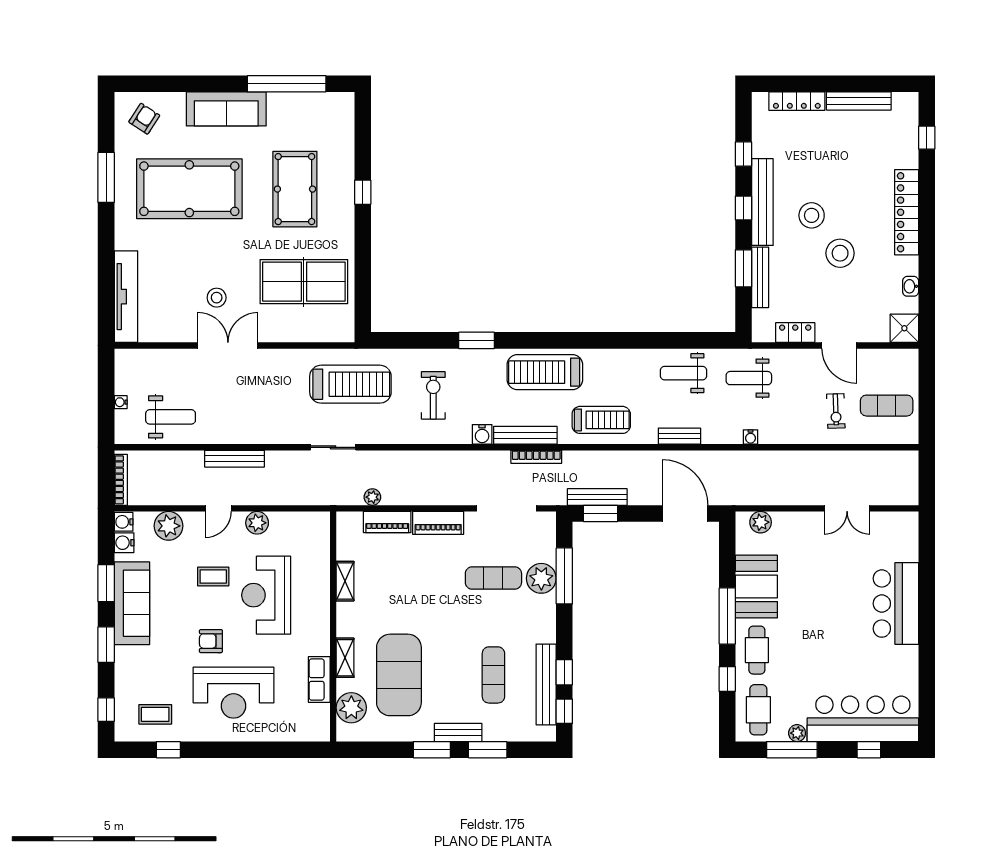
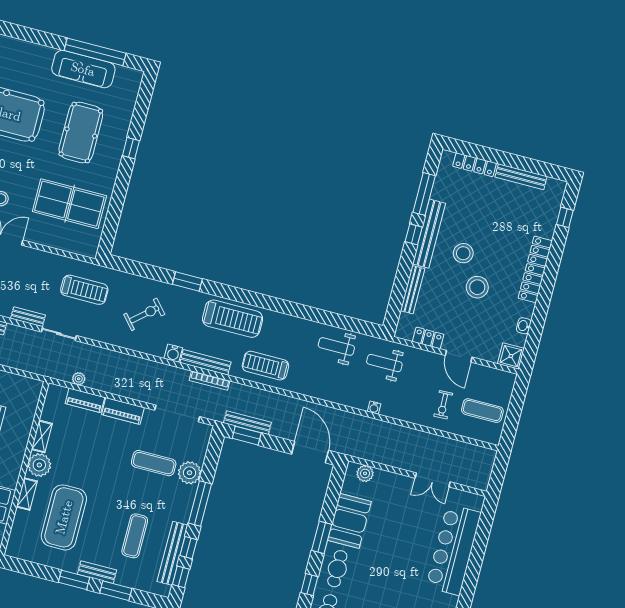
sofa: (226, 109) -> (83, 69), moved
window: (743, 154) -> (424, 194), width x2.17
window: (743, 268) -> (402, 280), removed
treadmill: (545, 372) -> (233, 319), turned 180
treadmill: (350, 384) -> (84, 290), width x0.73, depth x0.73
exercise bike: (433, 395) -> (144, 314), turned 49
treadmill: (601, 420) -> (265, 366), turned 180
bench: (679, 436) -> (28, 317), moved
window: (564, 576) -> (200, 504), moved
bar counter: (896, 604) -> (454, 550), width x1.36
window: (727, 616) -> (322, 537), width x0.69
plant: (351, 708) -> (39, 465), moved

